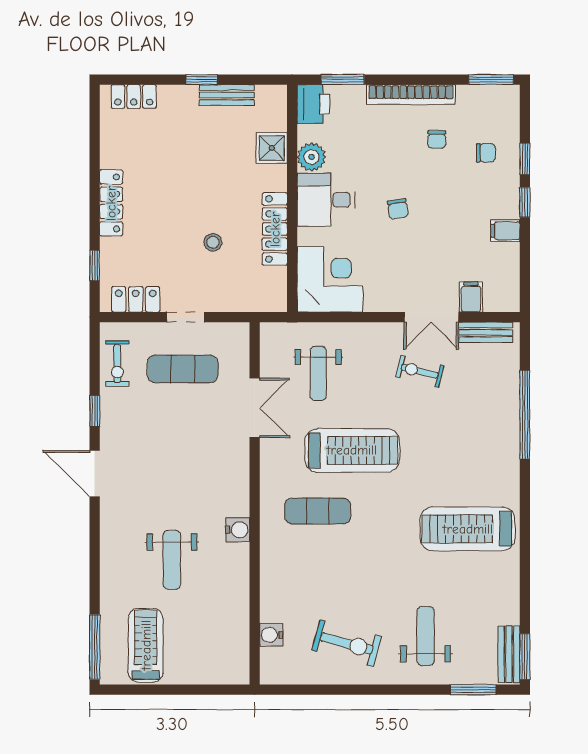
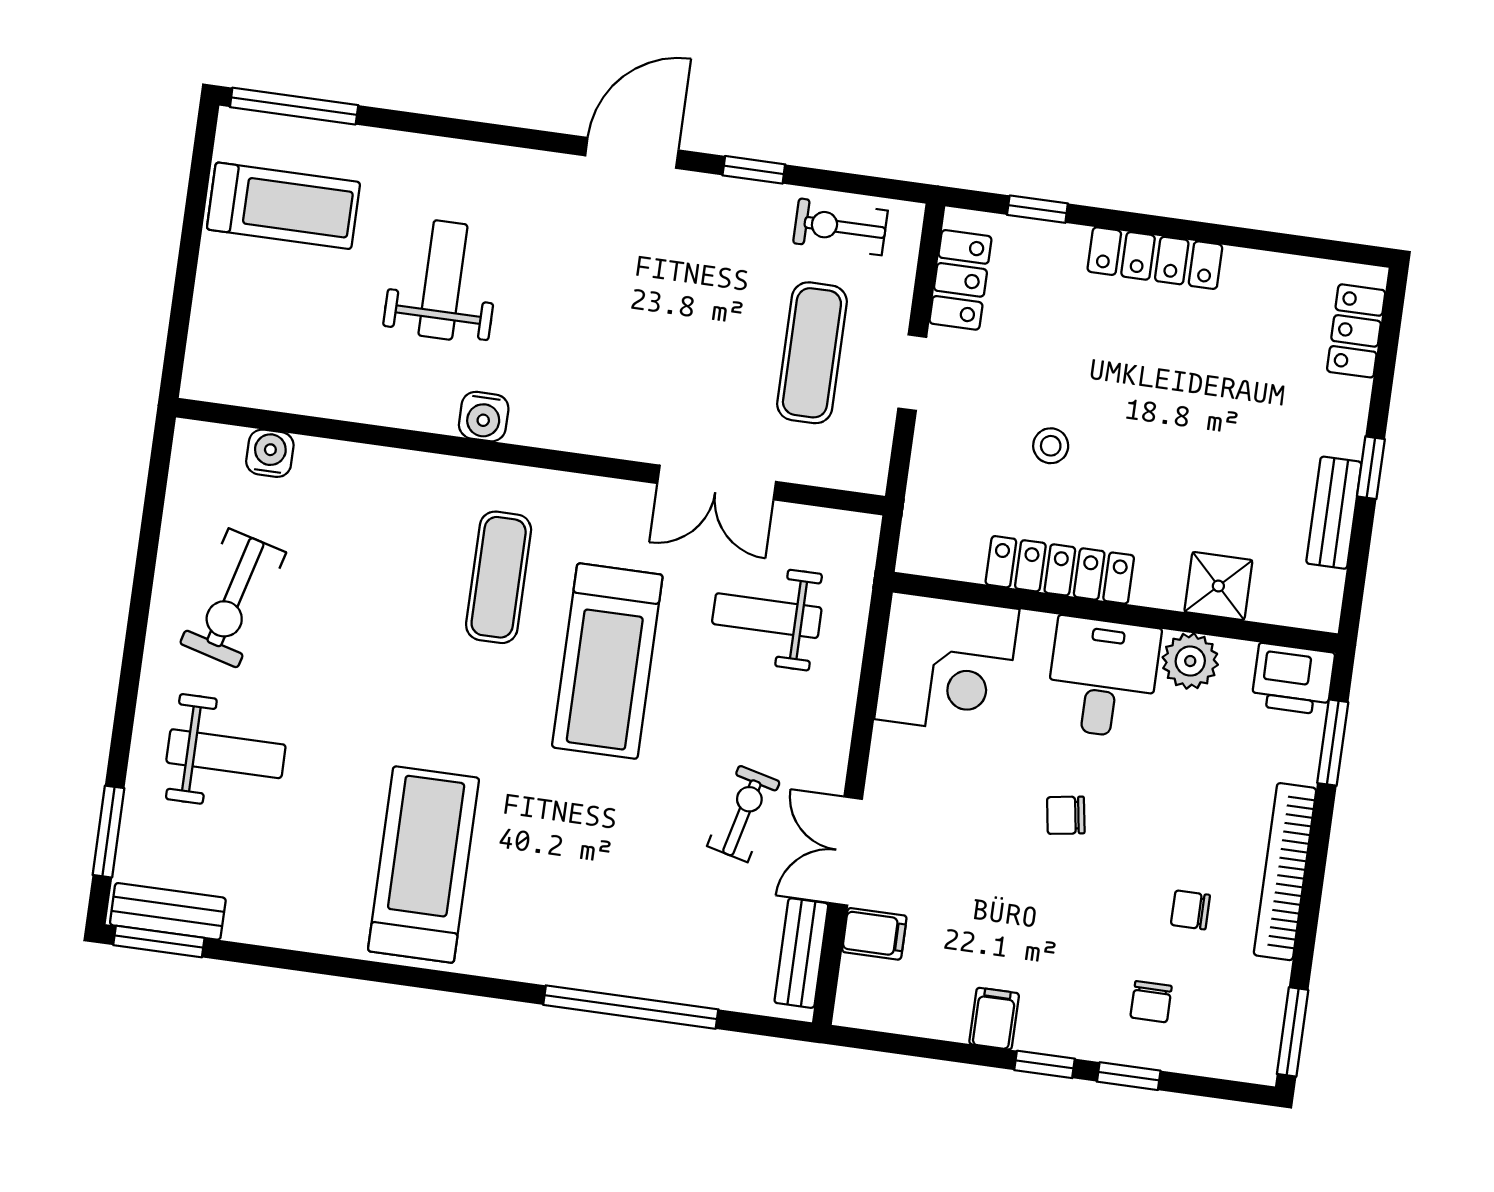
weight bench: (172, 560) -> (443, 280), turned 90

